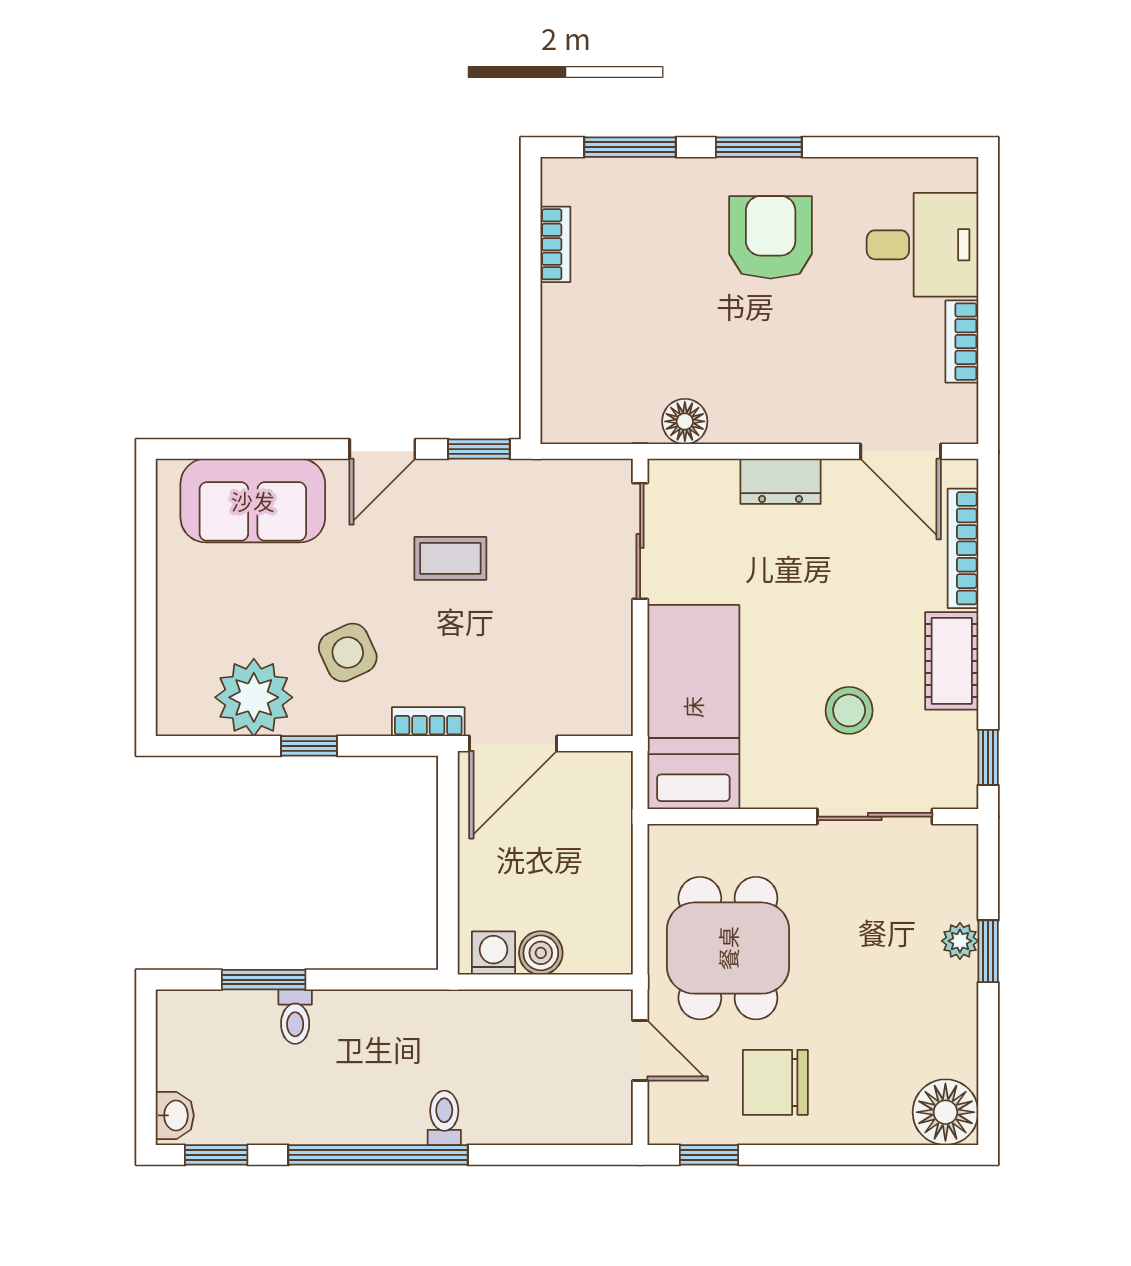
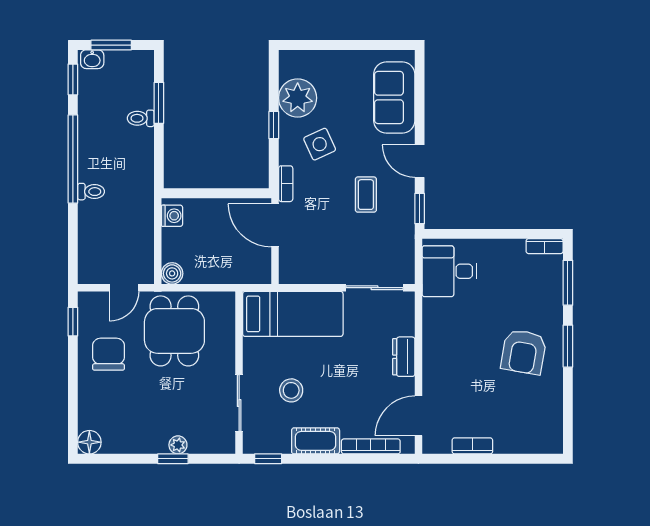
armchair: (771, 237) -> (524, 352), turned 100
bookcase: (555, 244) -> (545, 246), moved
desk: (923, 245) -> (449, 271), moved, turned 90
floor lamp: (685, 421) -> (433, 310), removed
dining table: (728, 948) -> (174, 331), turned 90
boiler: (541, 953) -> (172, 273), moved
window: (146, 1077) -> (111, 45), added
floor lamp: (945, 1112) -> (89, 442), width x0.73, depth x0.73

